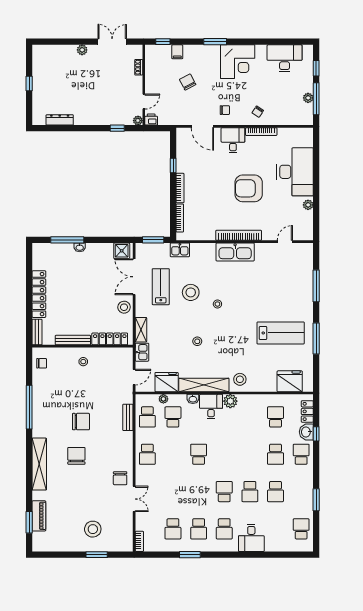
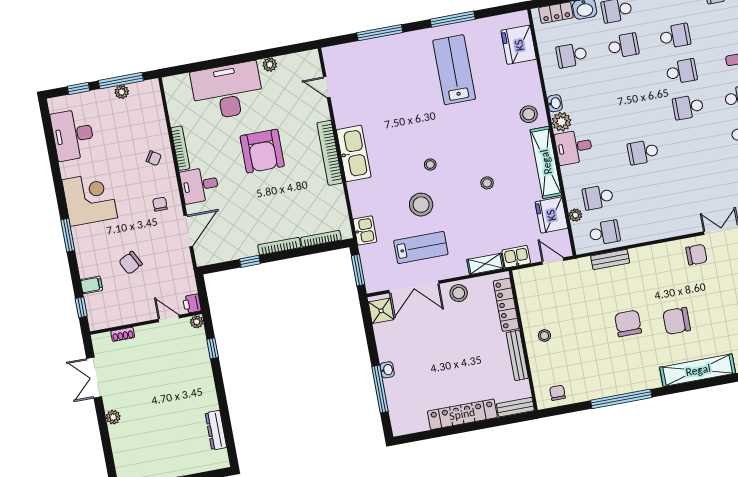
lab bench: (161, 287) -> (421, 247), turned 180
washbasin: (193, 399) -> (555, 103), moved
school desk: (147, 454) -> (656, 223), removed

